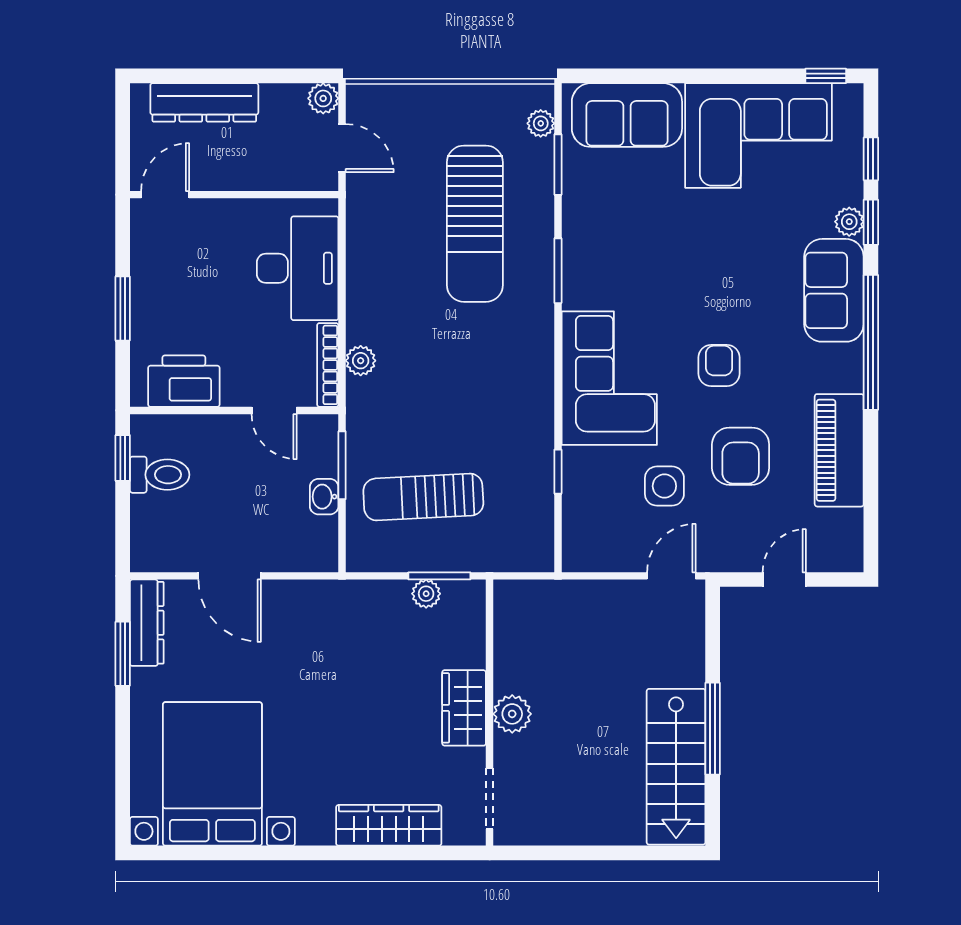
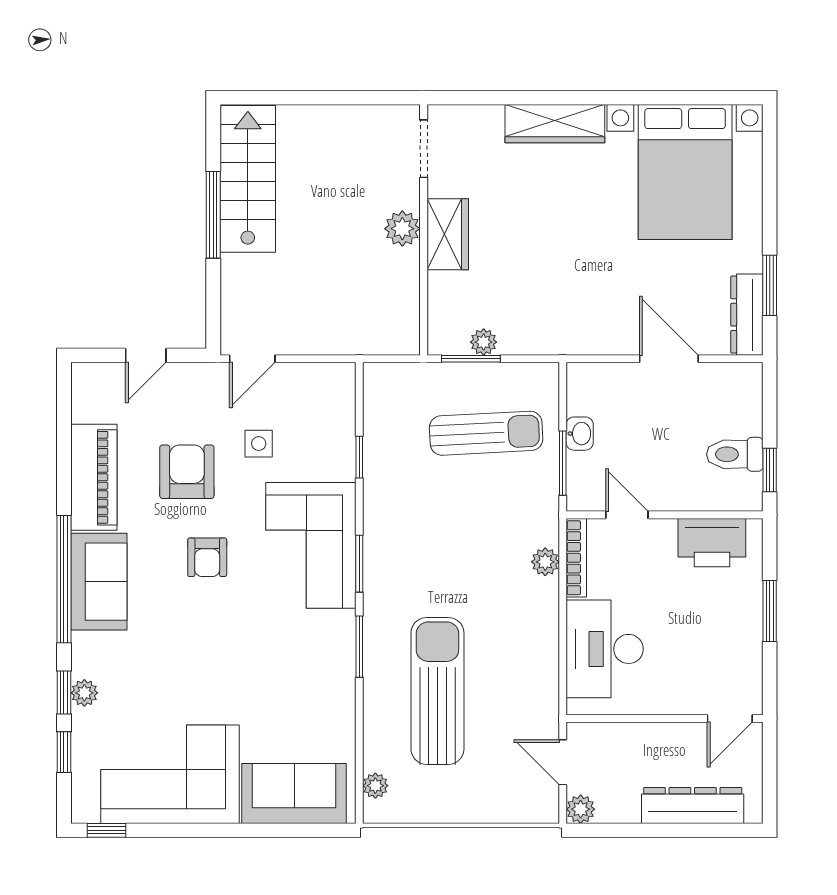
window: (558, 165) -> (359, 564), moved
sofa: (834, 290) -> (99, 582), moved
side table: (664, 486) -> (259, 444), width x0.73, depth x0.73
wardrobe: (389, 825) -> (555, 124), moved

